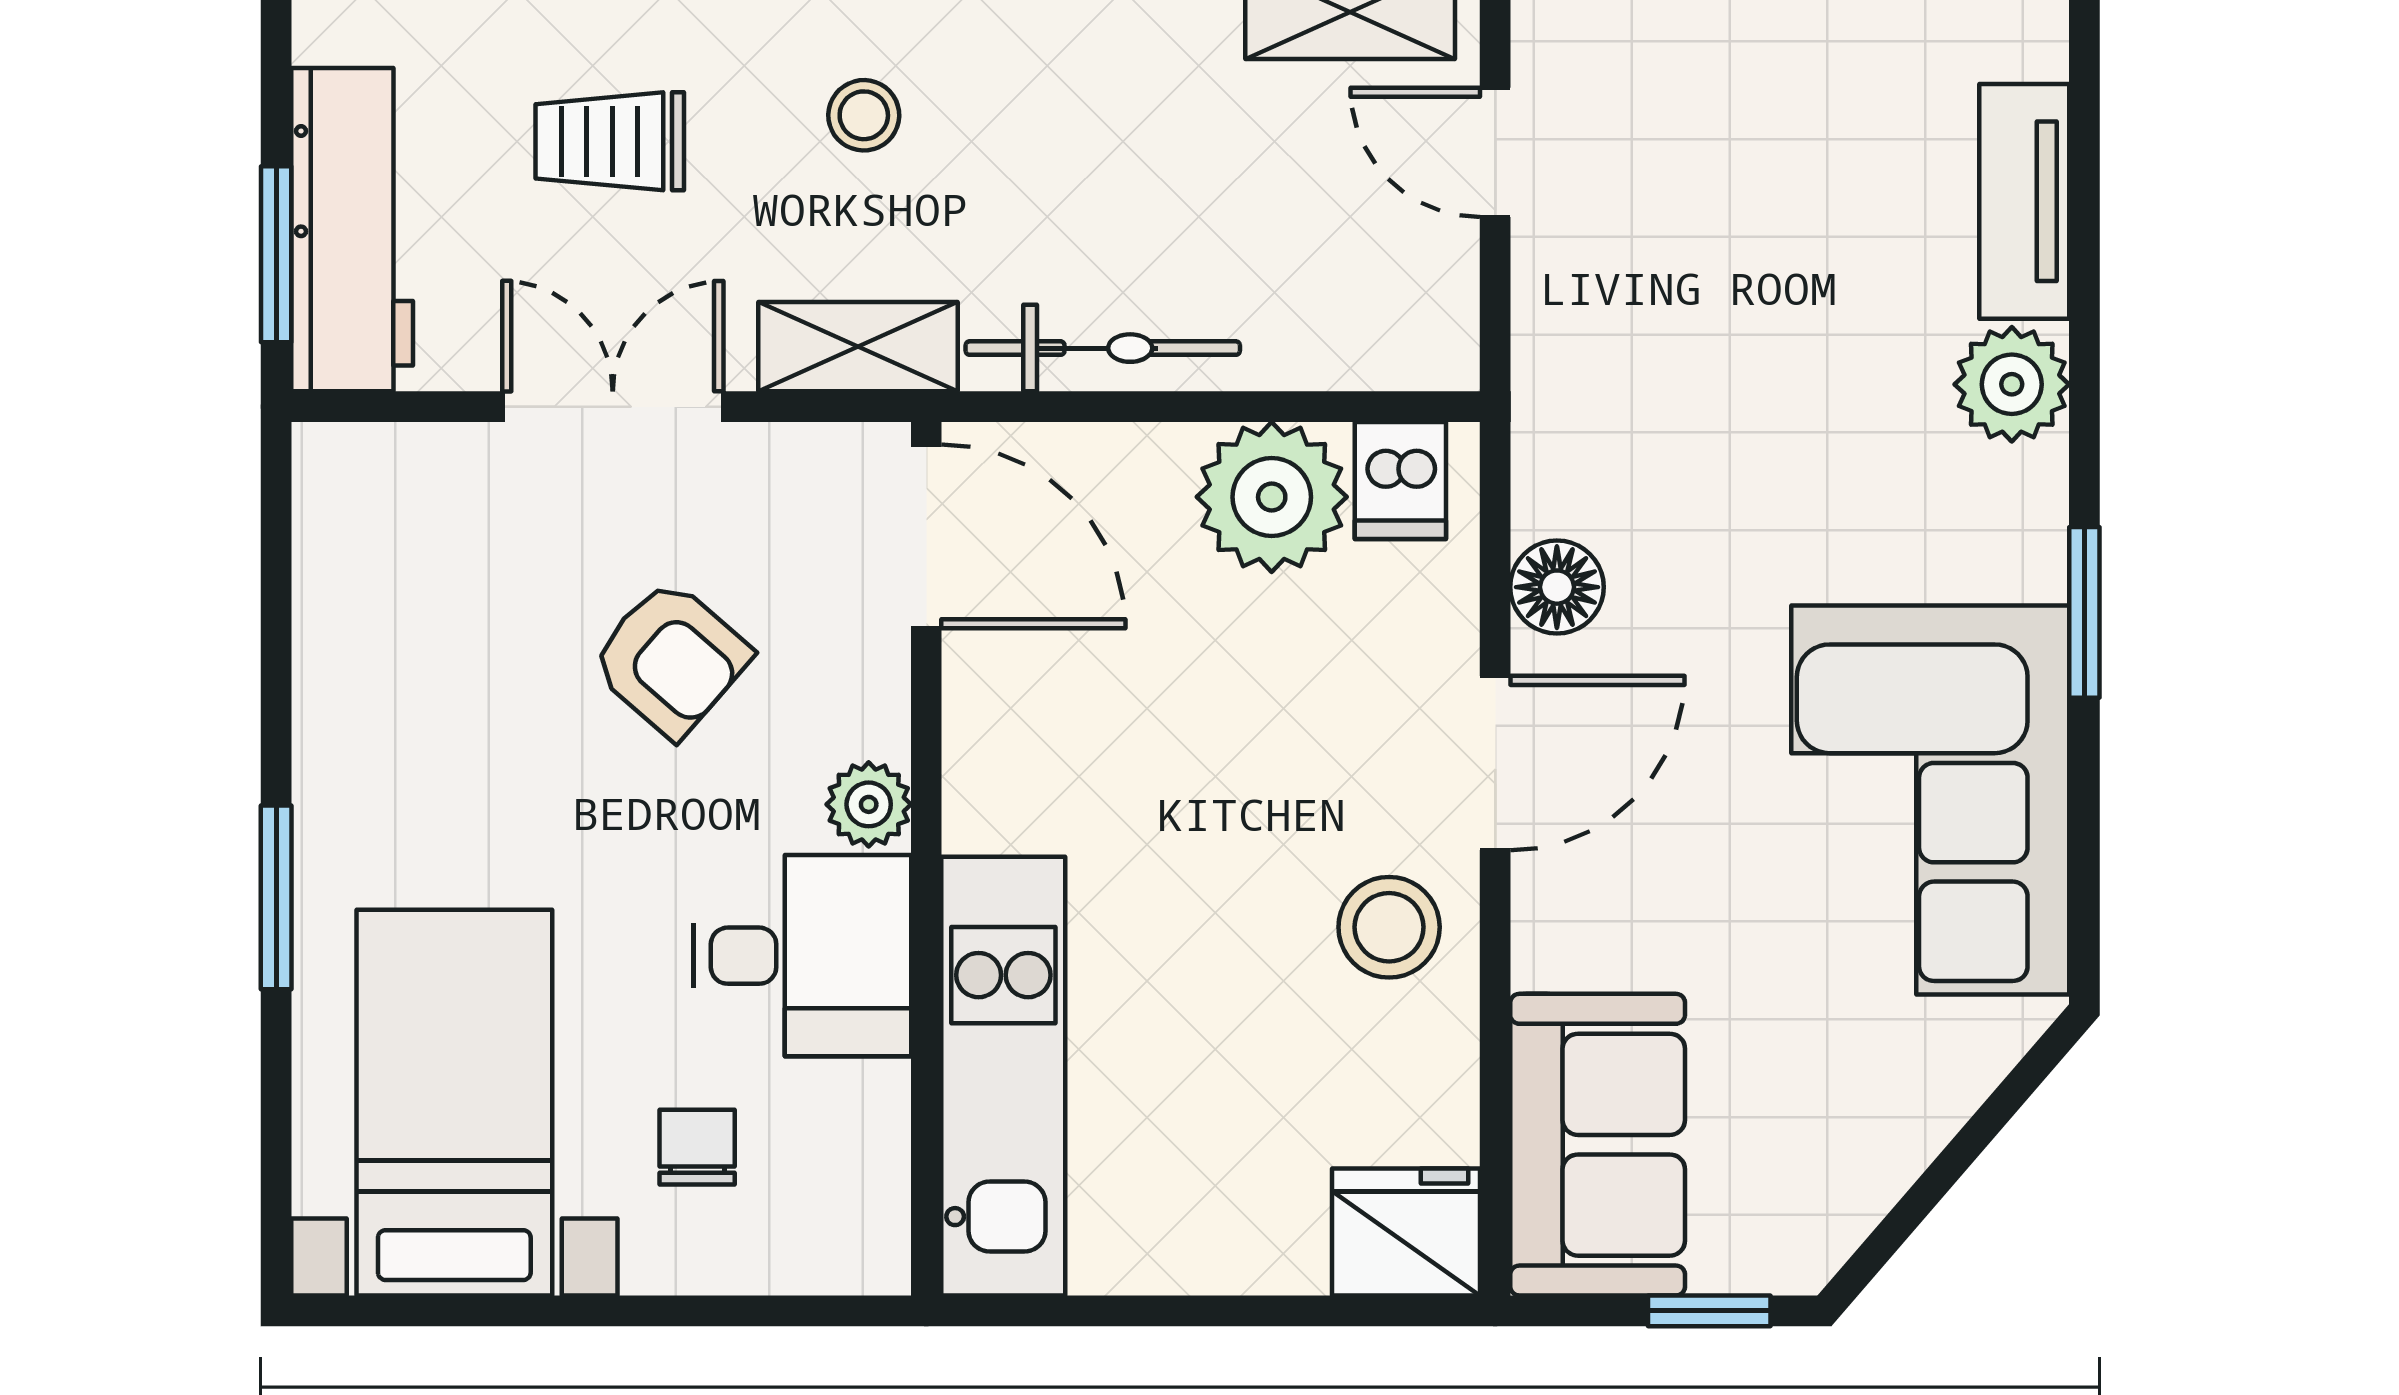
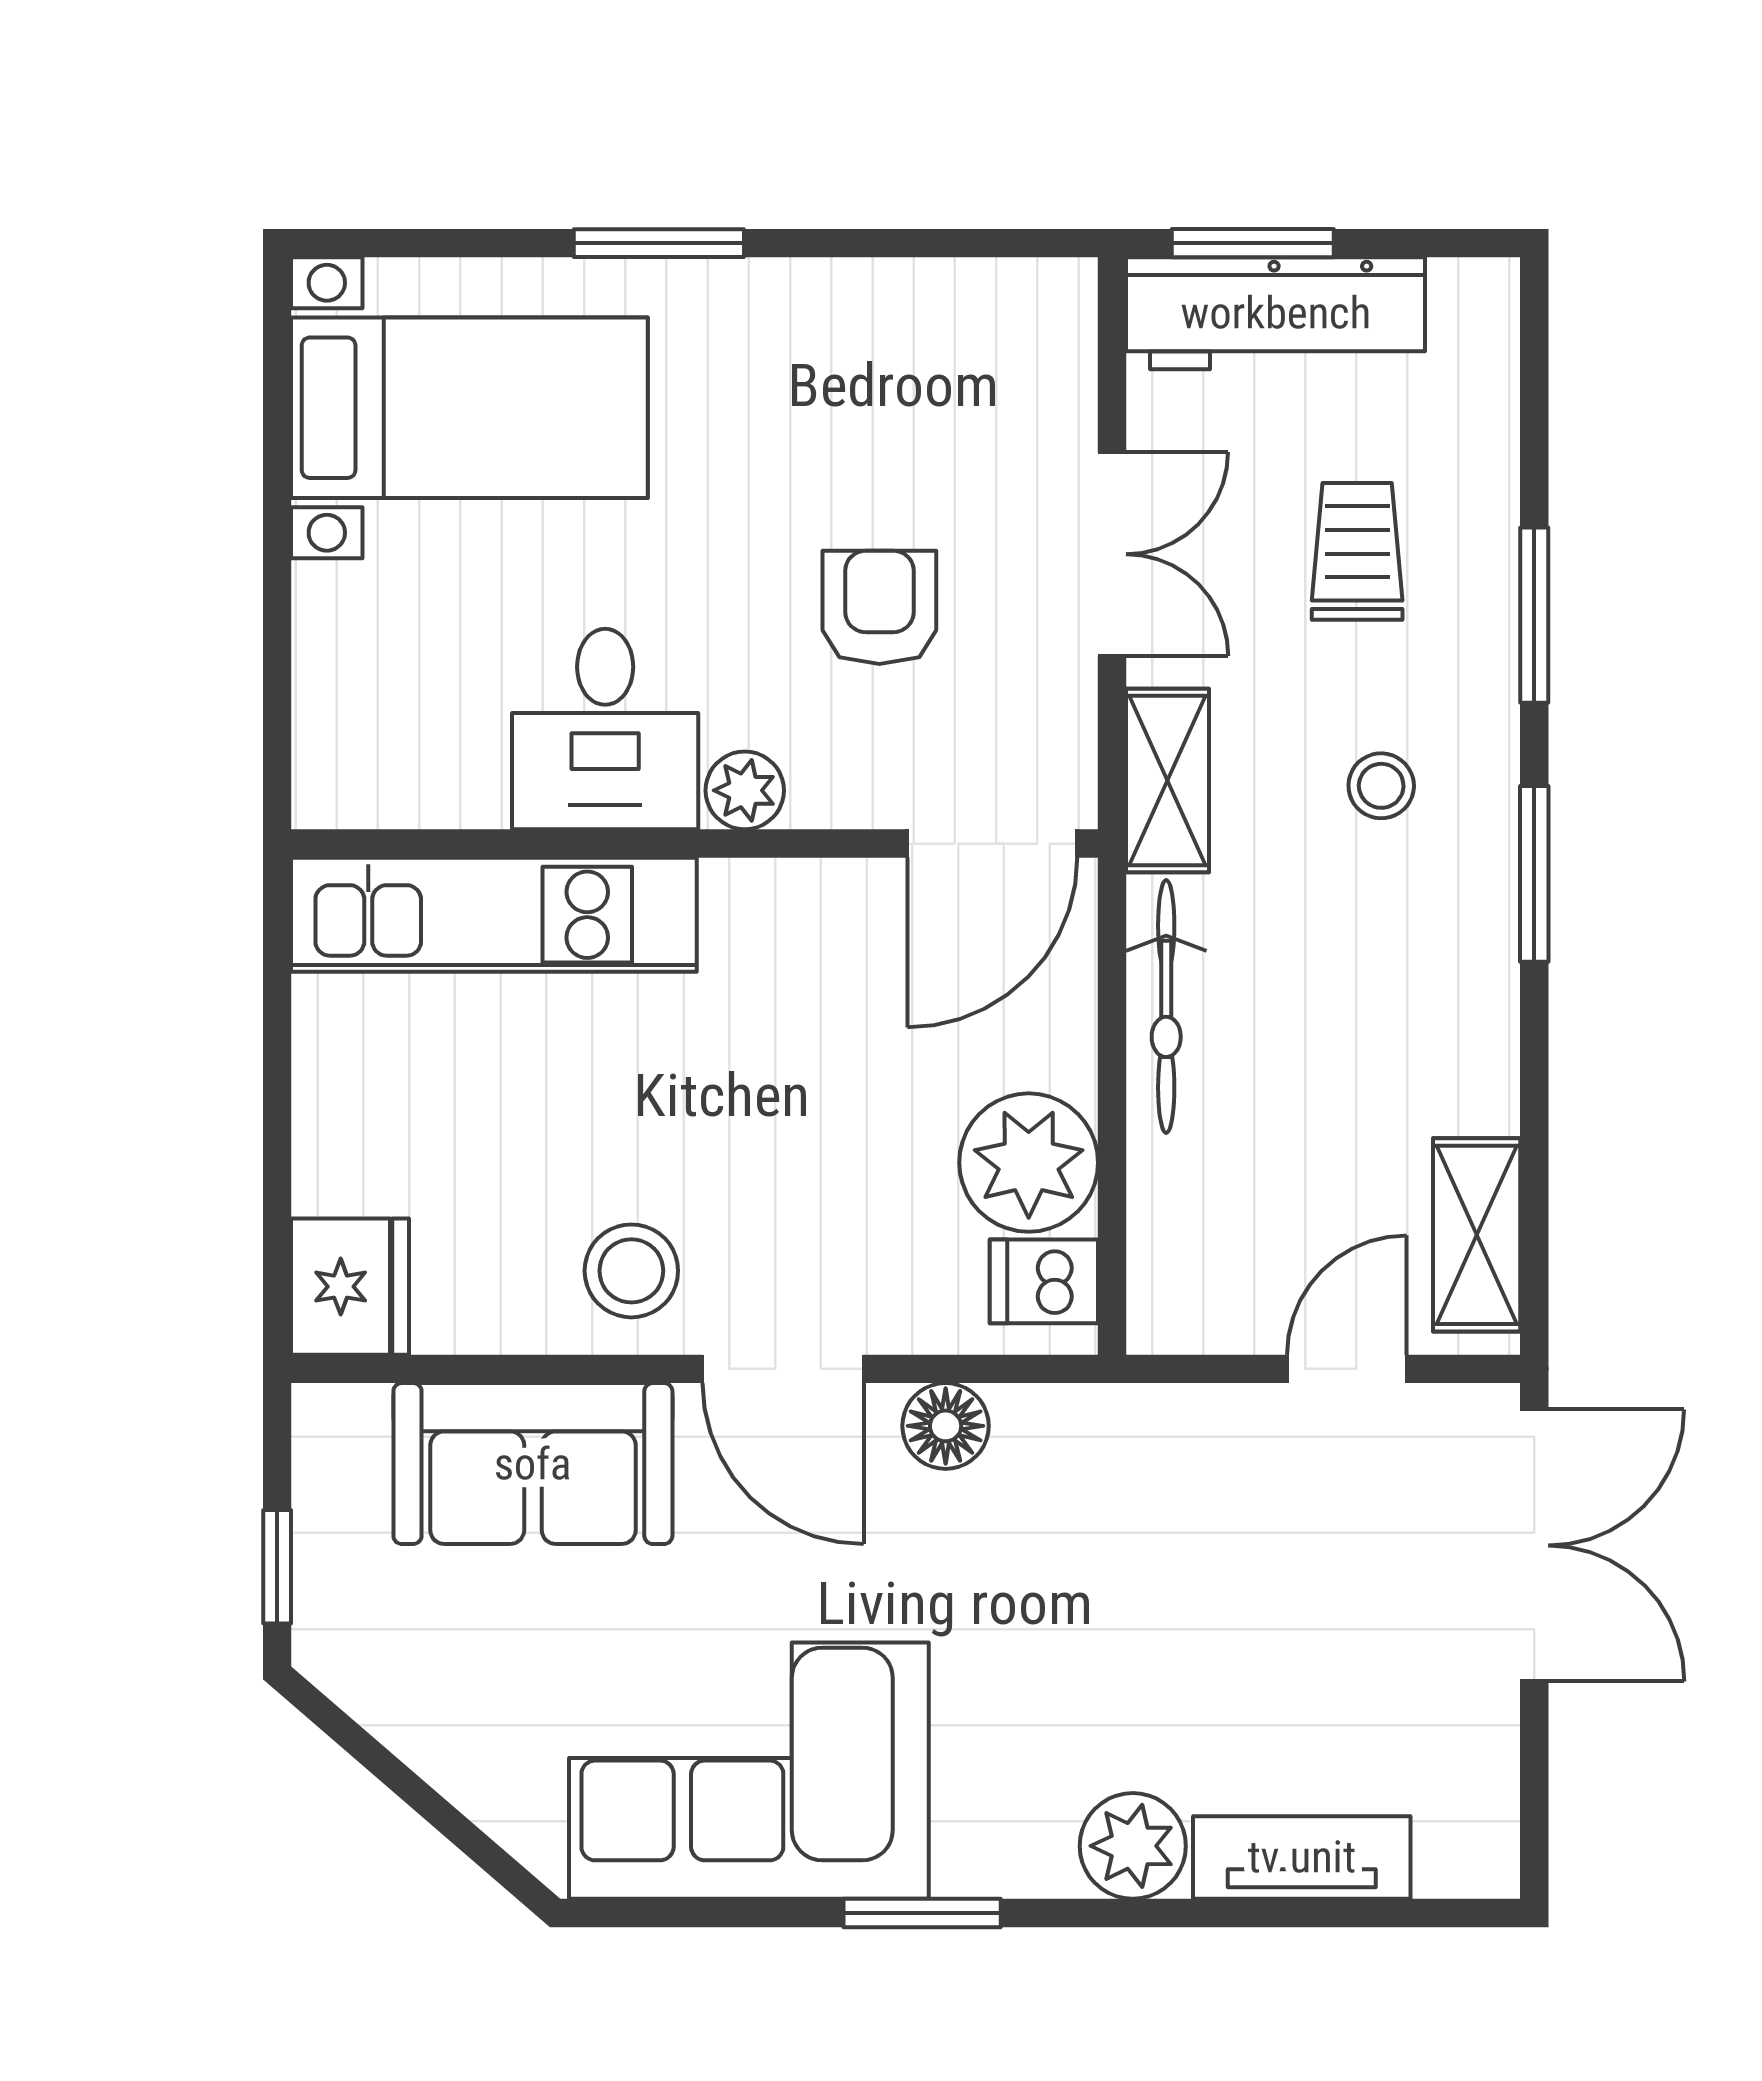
armchair: (671, 659) -> (879, 607), turned 139
sofa: (1598, 1145) -> (533, 1464), moved
chair: (697, 1147) -> (428, 632), removed

